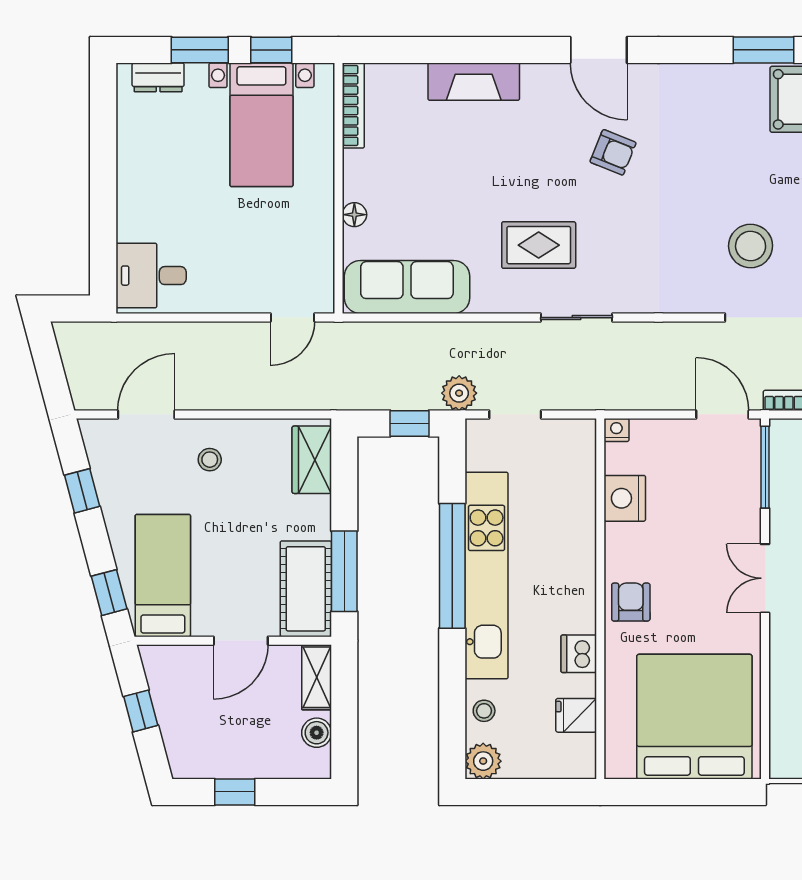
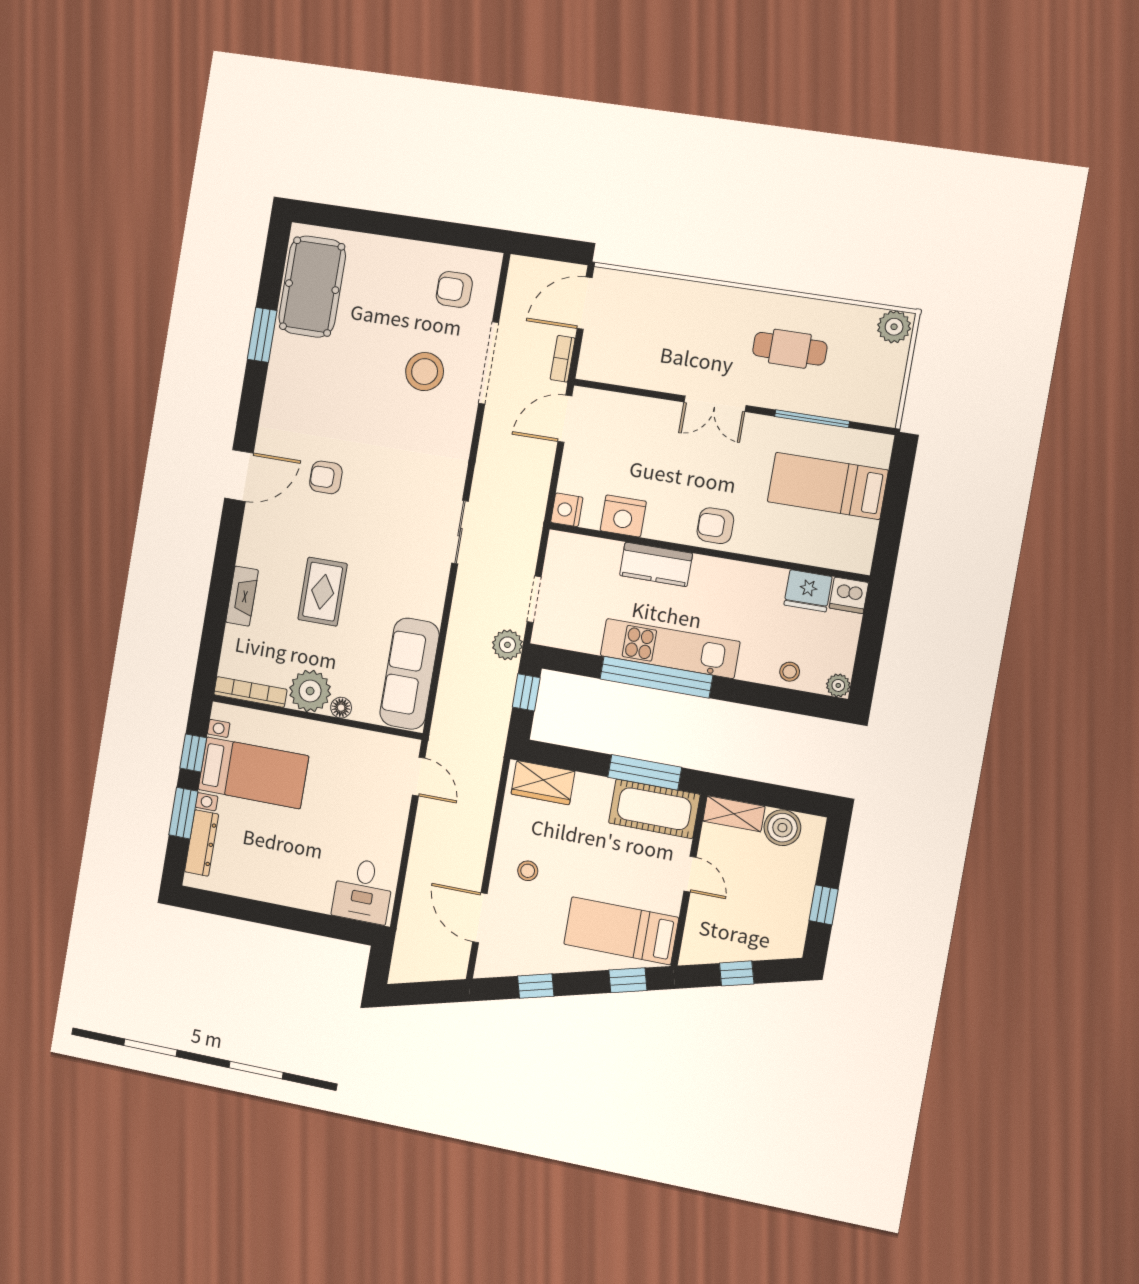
dresser: (158, 77) -> (202, 843), width x1.44
fireplace: (474, 82) -> (242, 596), width x0.73, depth x0.76
armchair: (613, 152) -> (326, 477), turned -112
plant: (367, 175) -> (310, 691), added
rug: (539, 245) -> (323, 592), moved
nightstand: (616, 430) -> (567, 510), width x1.39, depth x1.35
window: (765, 467) -> (812, 419), moved
kitchen counter: (577, 544) -> (656, 564), added
kitchen unit: (487, 576) -> (670, 649), width x0.73
door: (241, 641) -> (690, 874), width x0.73
dishwasher: (579, 654) -> (849, 595), moved
fridge: (576, 715) -> (808, 591), width x1.38
bed: (694, 717) -> (828, 486), width x0.49
boiler: (317, 733) -> (782, 828), width x1.36, depth x1.36
plant: (483, 761) -> (838, 685), width x0.73, depth x0.73

